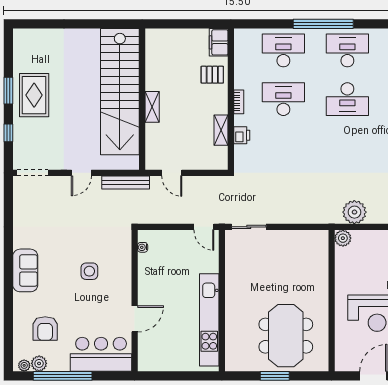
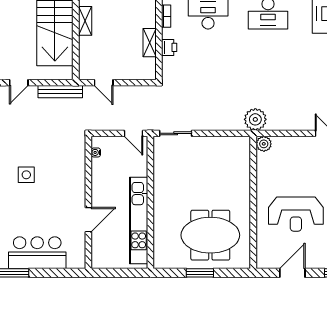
plant: (354, 212) -> (255, 119), moved
water cooler: (143, 247) -> (96, 152), moved
wall: (135, 301) -> (88, 202), moved
door: (135, 319) -> (88, 220), moved
meeting table: (286, 336) -> (210, 235), turned 90

